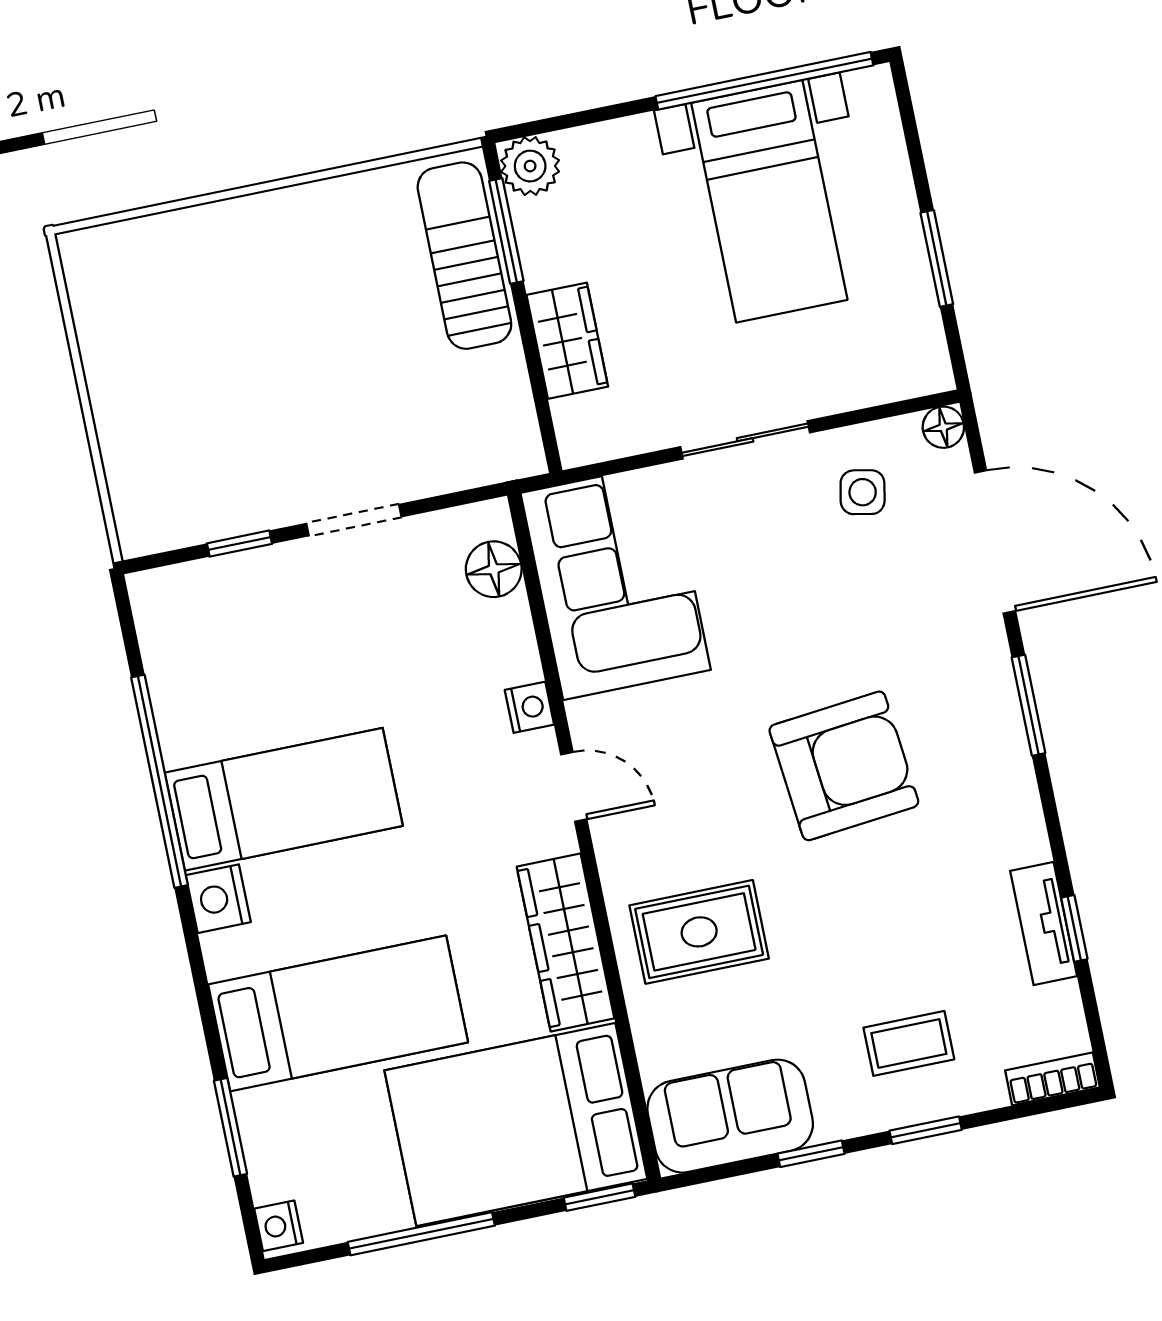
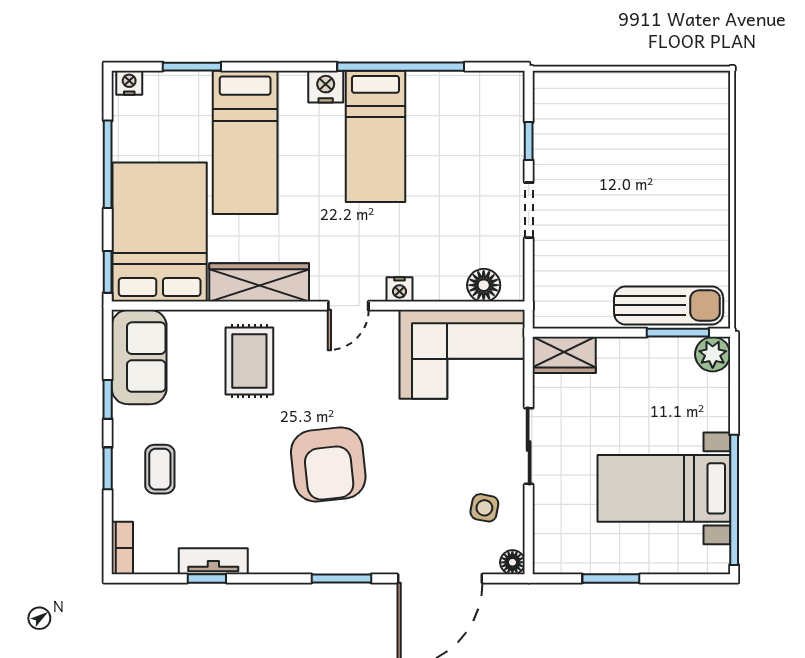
wardrobe: (567, 341) -> (564, 355), moved

